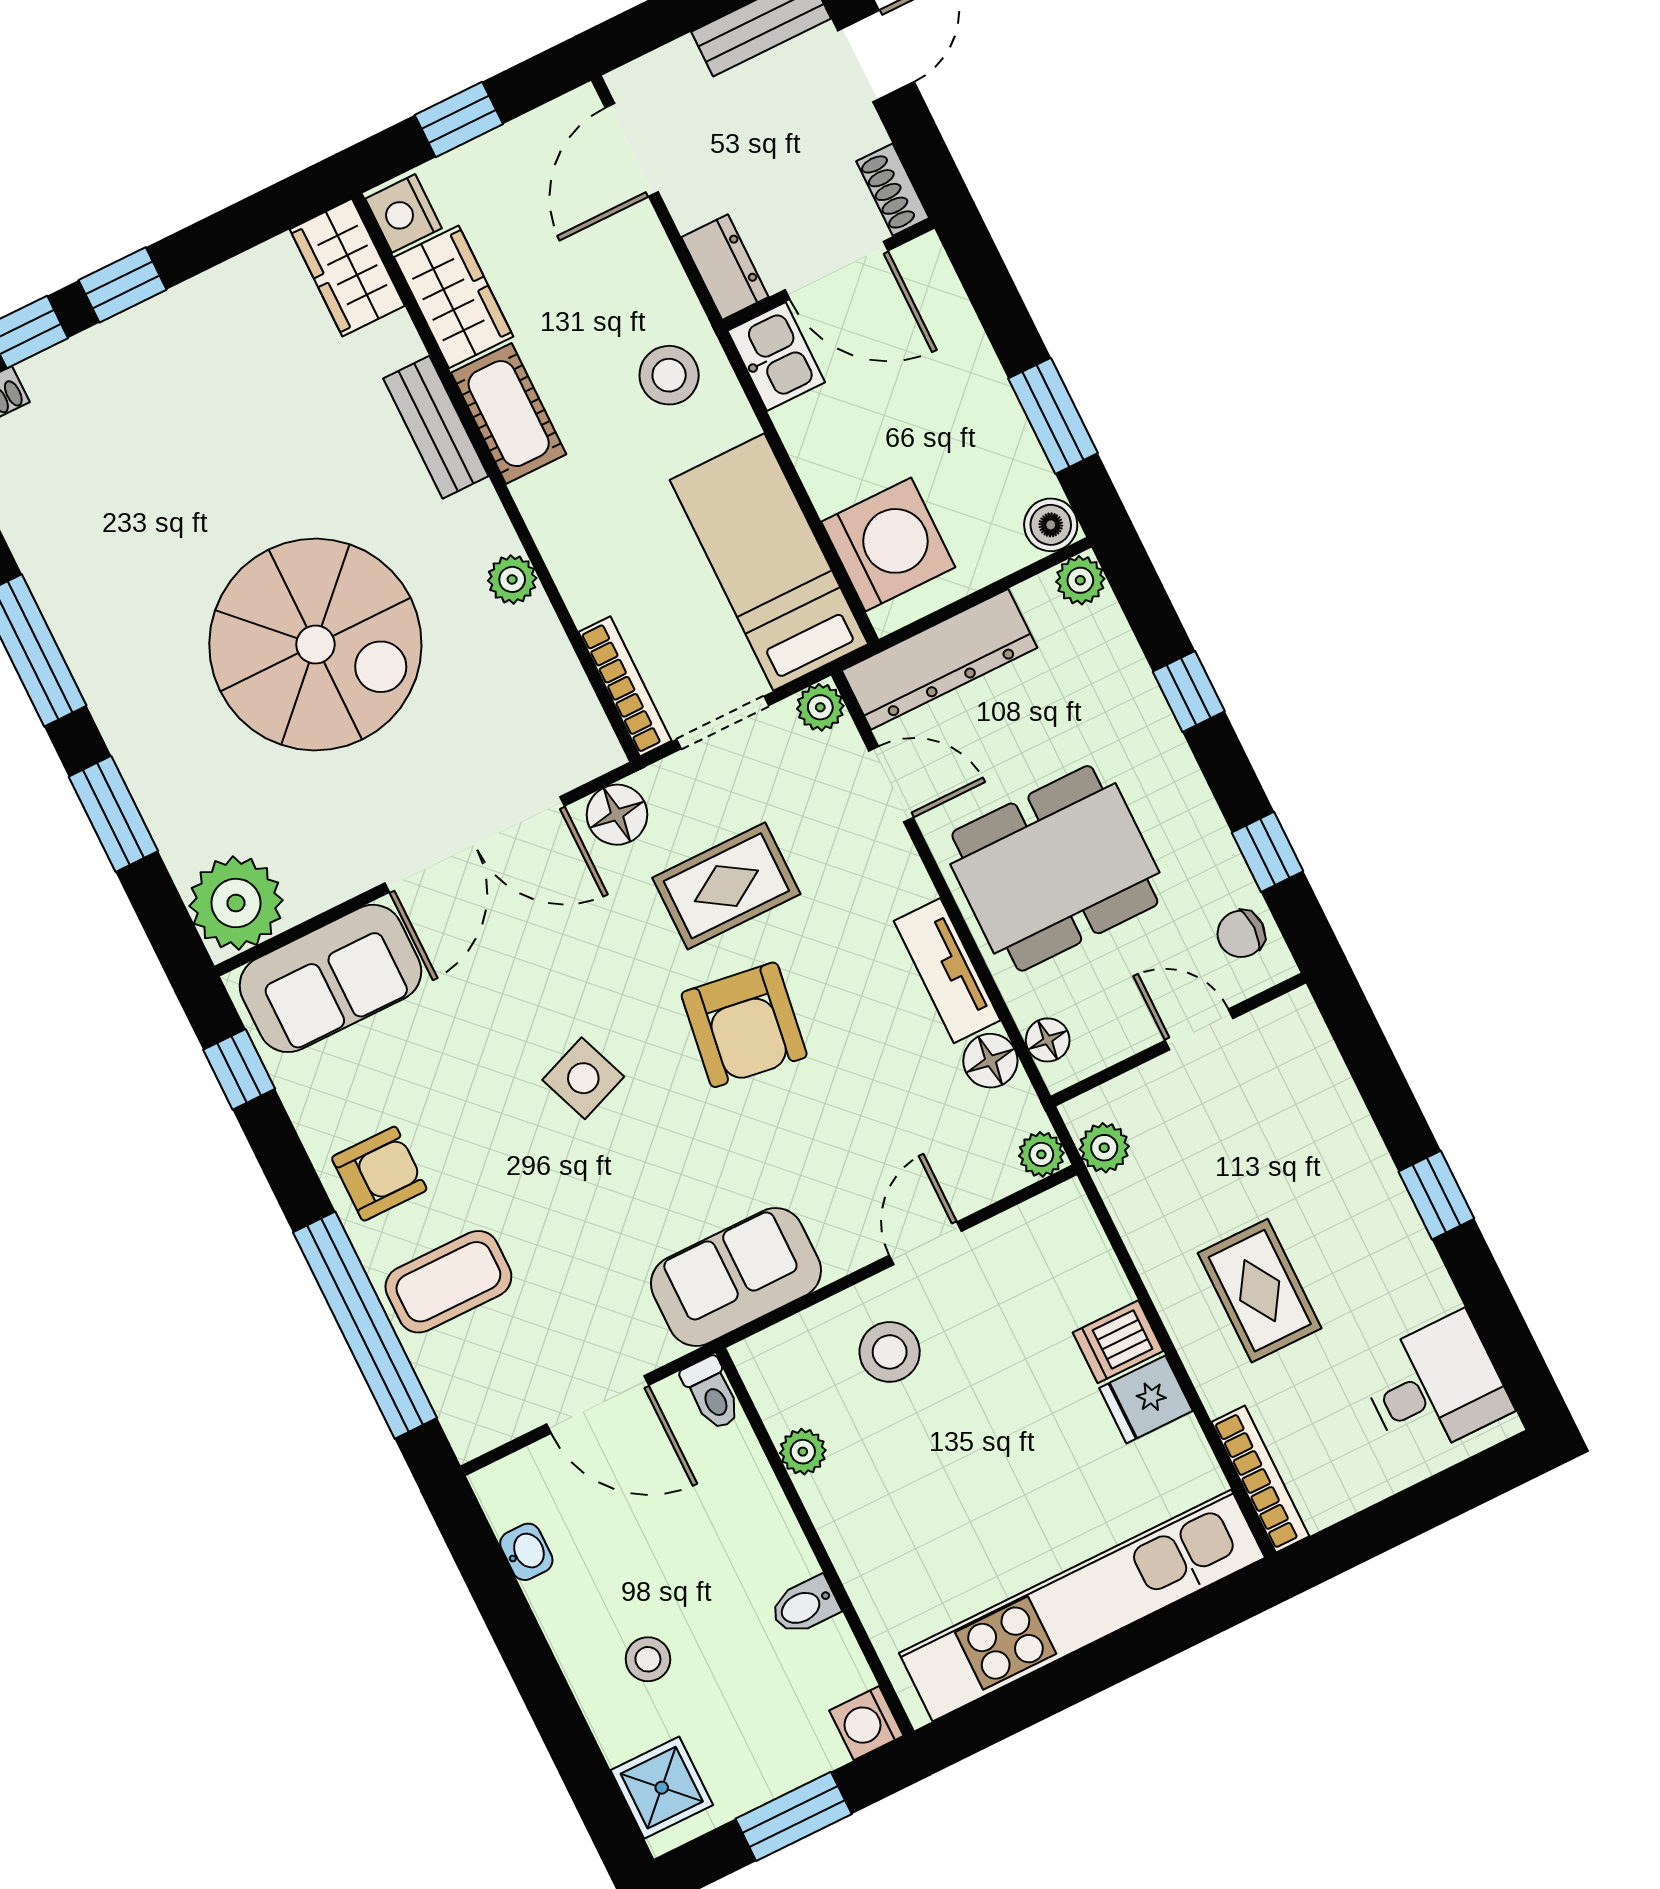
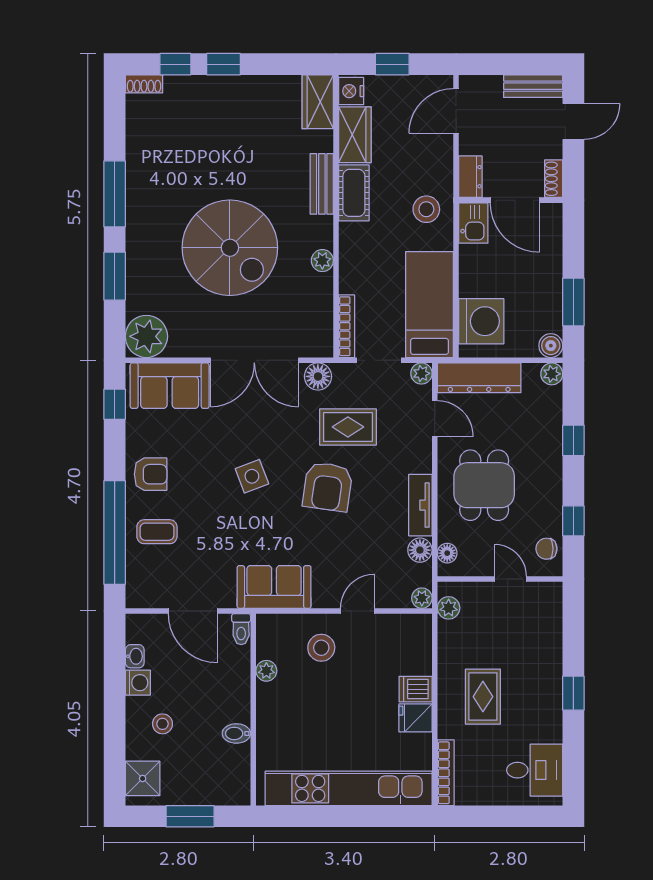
dining table: (1055, 868) -> (484, 485), width x0.73
coffee table: (448, 1282) -> (157, 532), width x0.73, depth x0.77
washing machine: (866, 1723) -> (138, 683), moved, turned 180

